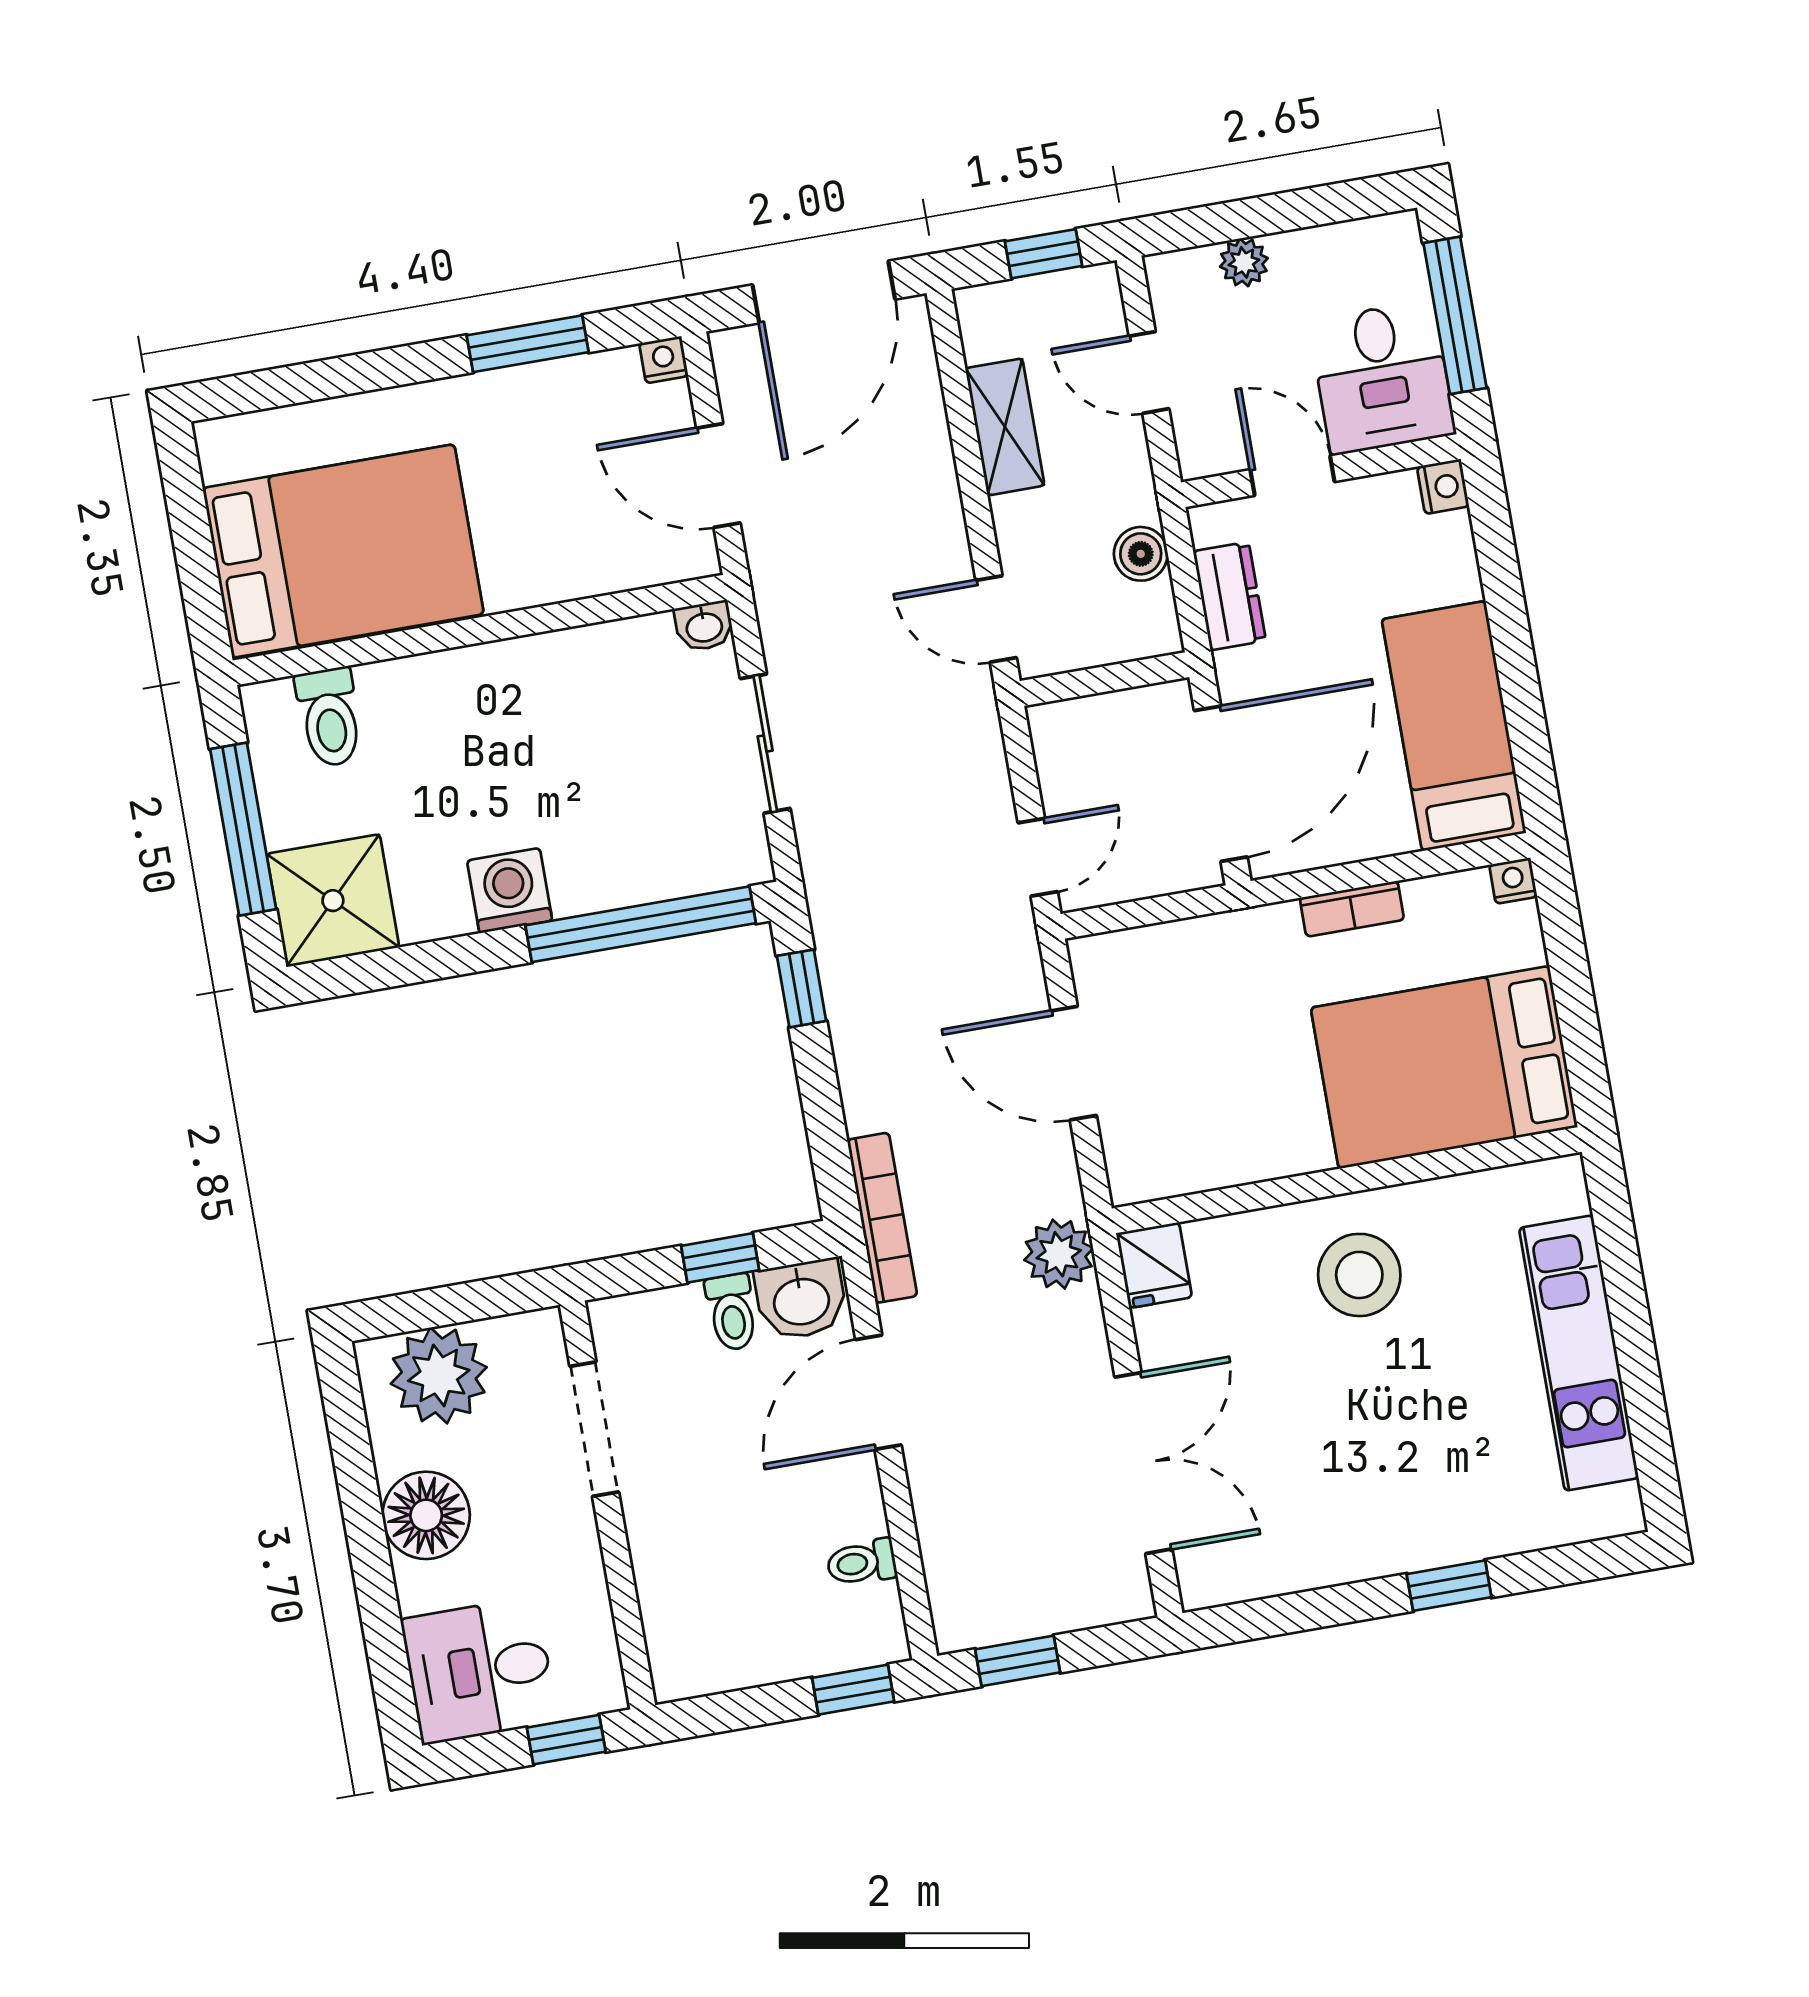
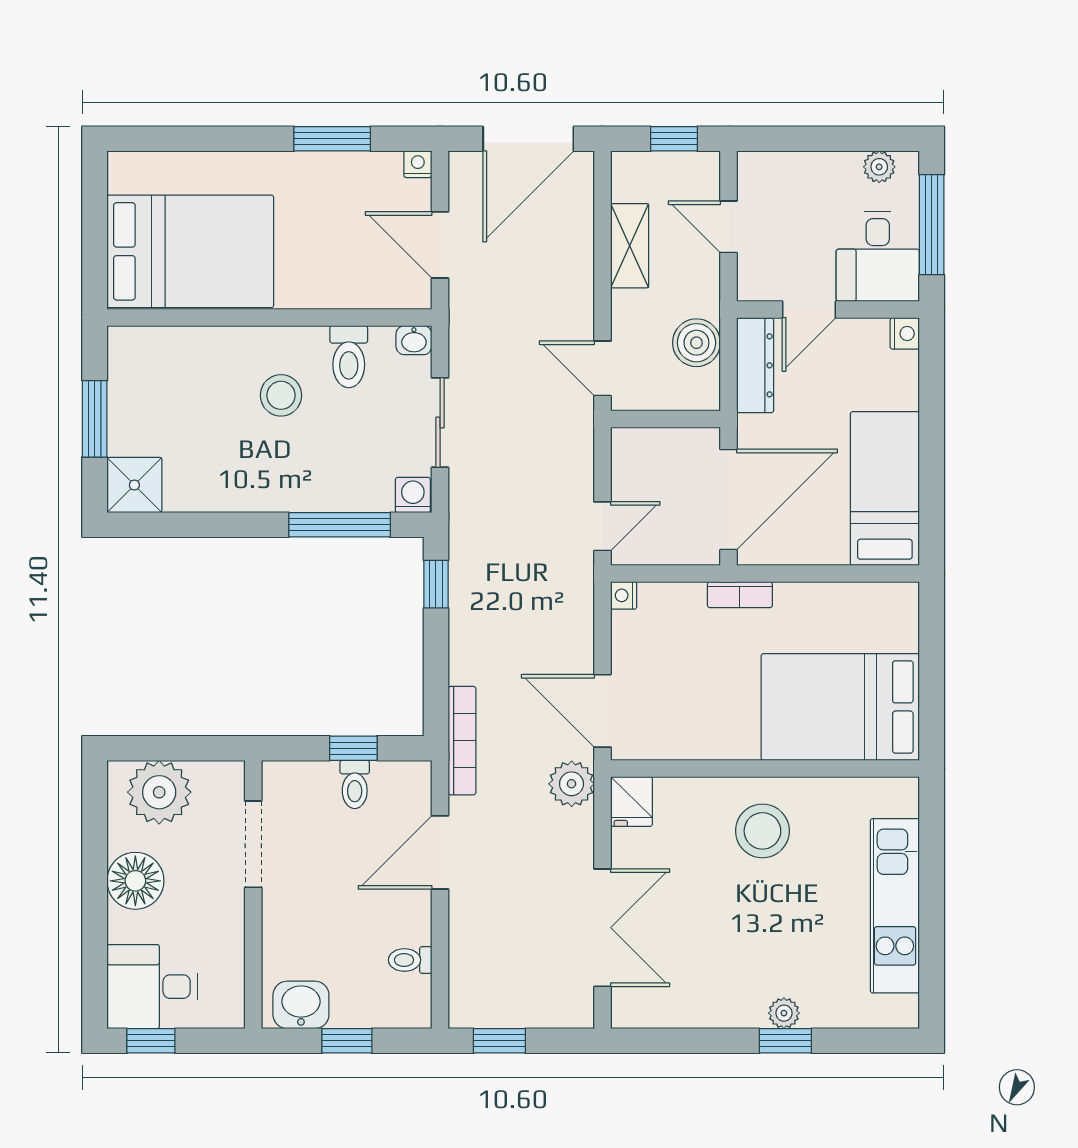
plant: (1244, 262) -> (879, 167), moved
door: (1292, 476) -> (809, 309), swing flipped
boiler: (1141, 554) -> (696, 343), width x1.36, depth x1.36
dresser: (1229, 596) -> (755, 365), width x1.44
toilet: (329, 717) -> (349, 357), moved
stool: (518, 744) -> (281, 395), added
window: (243, 829) -> (95, 419), width x0.69
nightstand: (1513, 881) -> (624, 595), moved, turned -90
washing machine: (510, 891) -> (413, 495), moved, width x0.73, depth x0.73
shower: (333, 901) -> (134, 485), width x0.73, depth x0.73
bookcase: (1352, 909) -> (740, 595), moved
window: (641, 924) -> (340, 525), width x0.68
door: (1074, 1063) -> (603, 711), moved
washbasin: (801, 1300) -> (301, 1005), moved, turned 180
plant: (1440, 1544) -> (784, 1013), added
window: (853, 1690) -> (347, 1041), moved
window: (566, 1740) -> (151, 1041), moved

